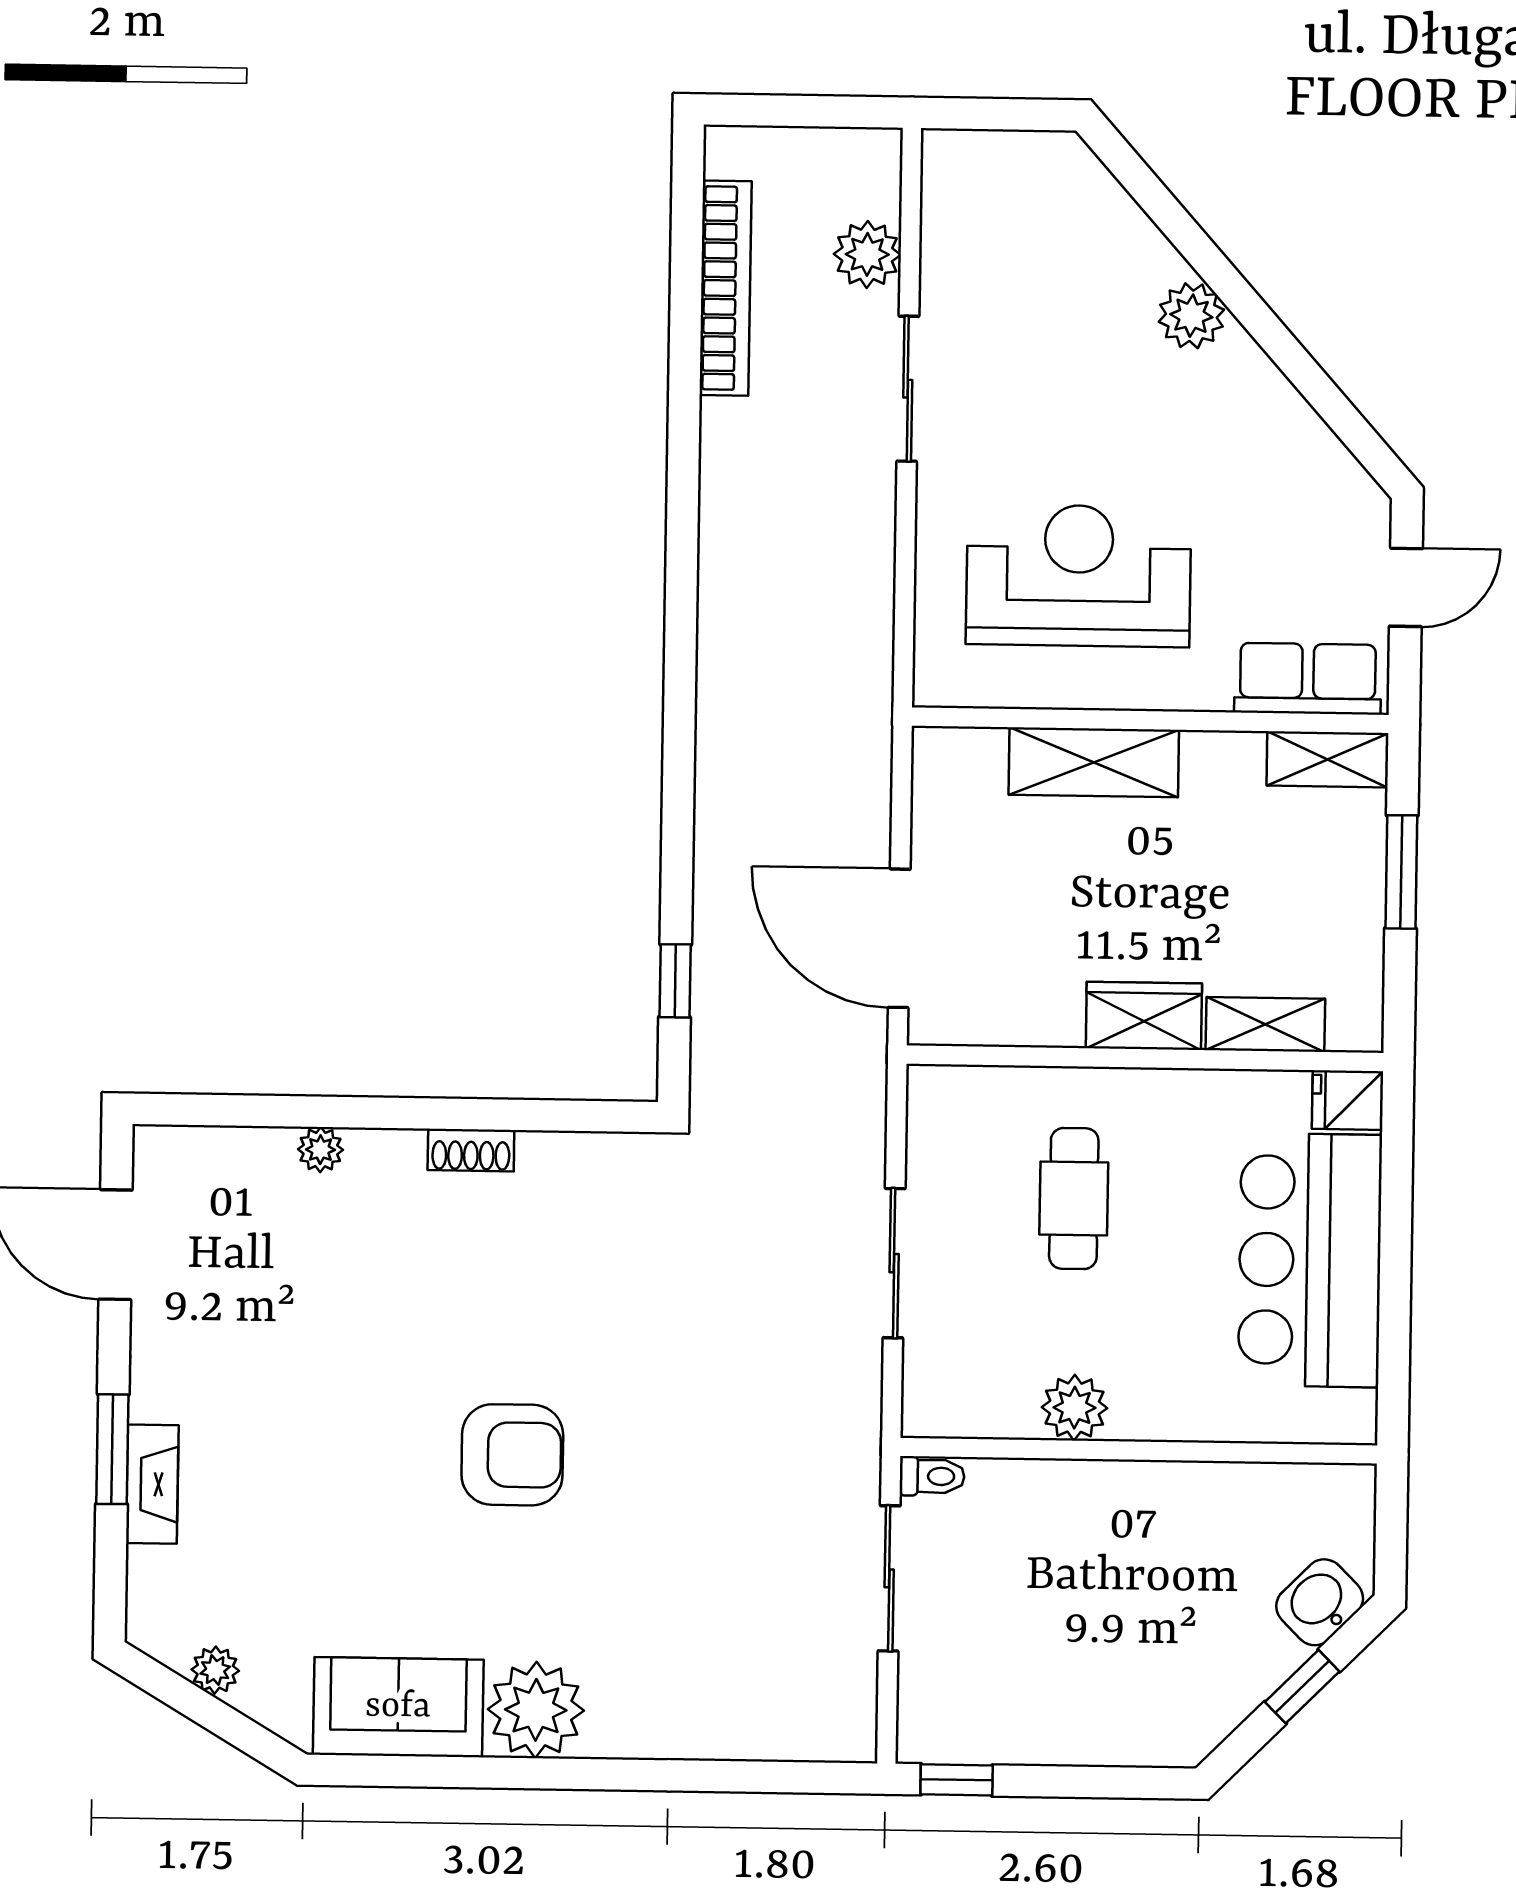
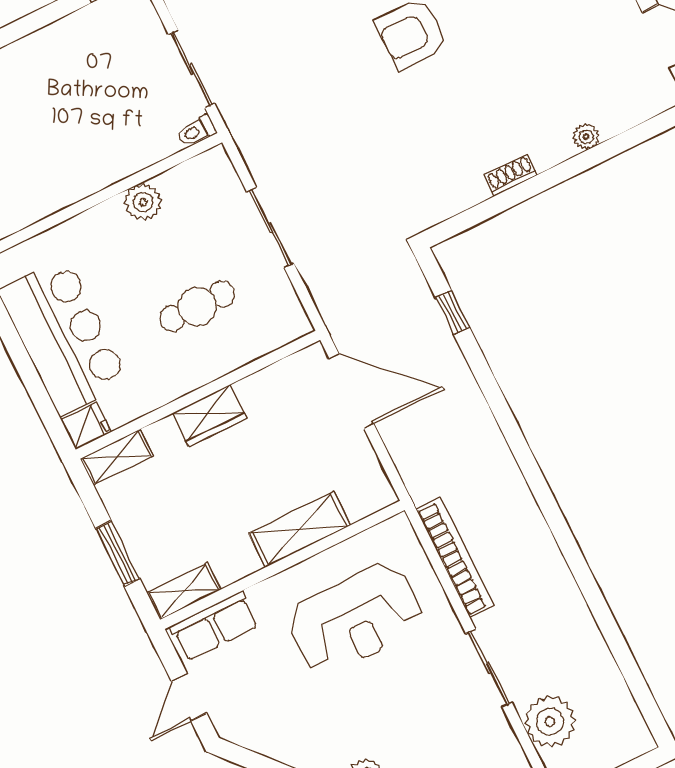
plant: (867, 254) -> (550, 722), width x1.36, depth x1.36
bookcase: (726, 288) -> (455, 557), moved, turned 180
shelving: (1265, 1024) -> (117, 457), moved
cafe table: (1074, 1198) -> (197, 306), turned 90

